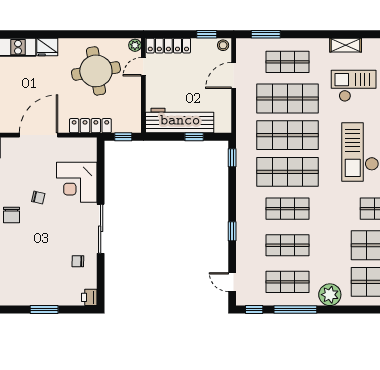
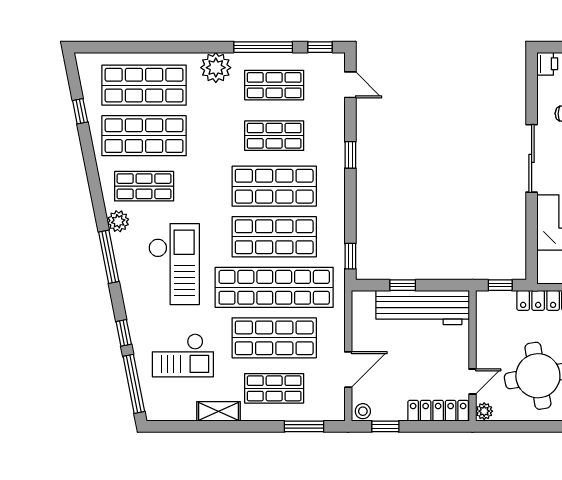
shelving: (346, 45) -> (218, 411), moved
shop shelf: (287, 135) -> (274, 287), width x1.40
shop shelf: (287, 209) -> (274, 186), width x1.43, depth x1.36

